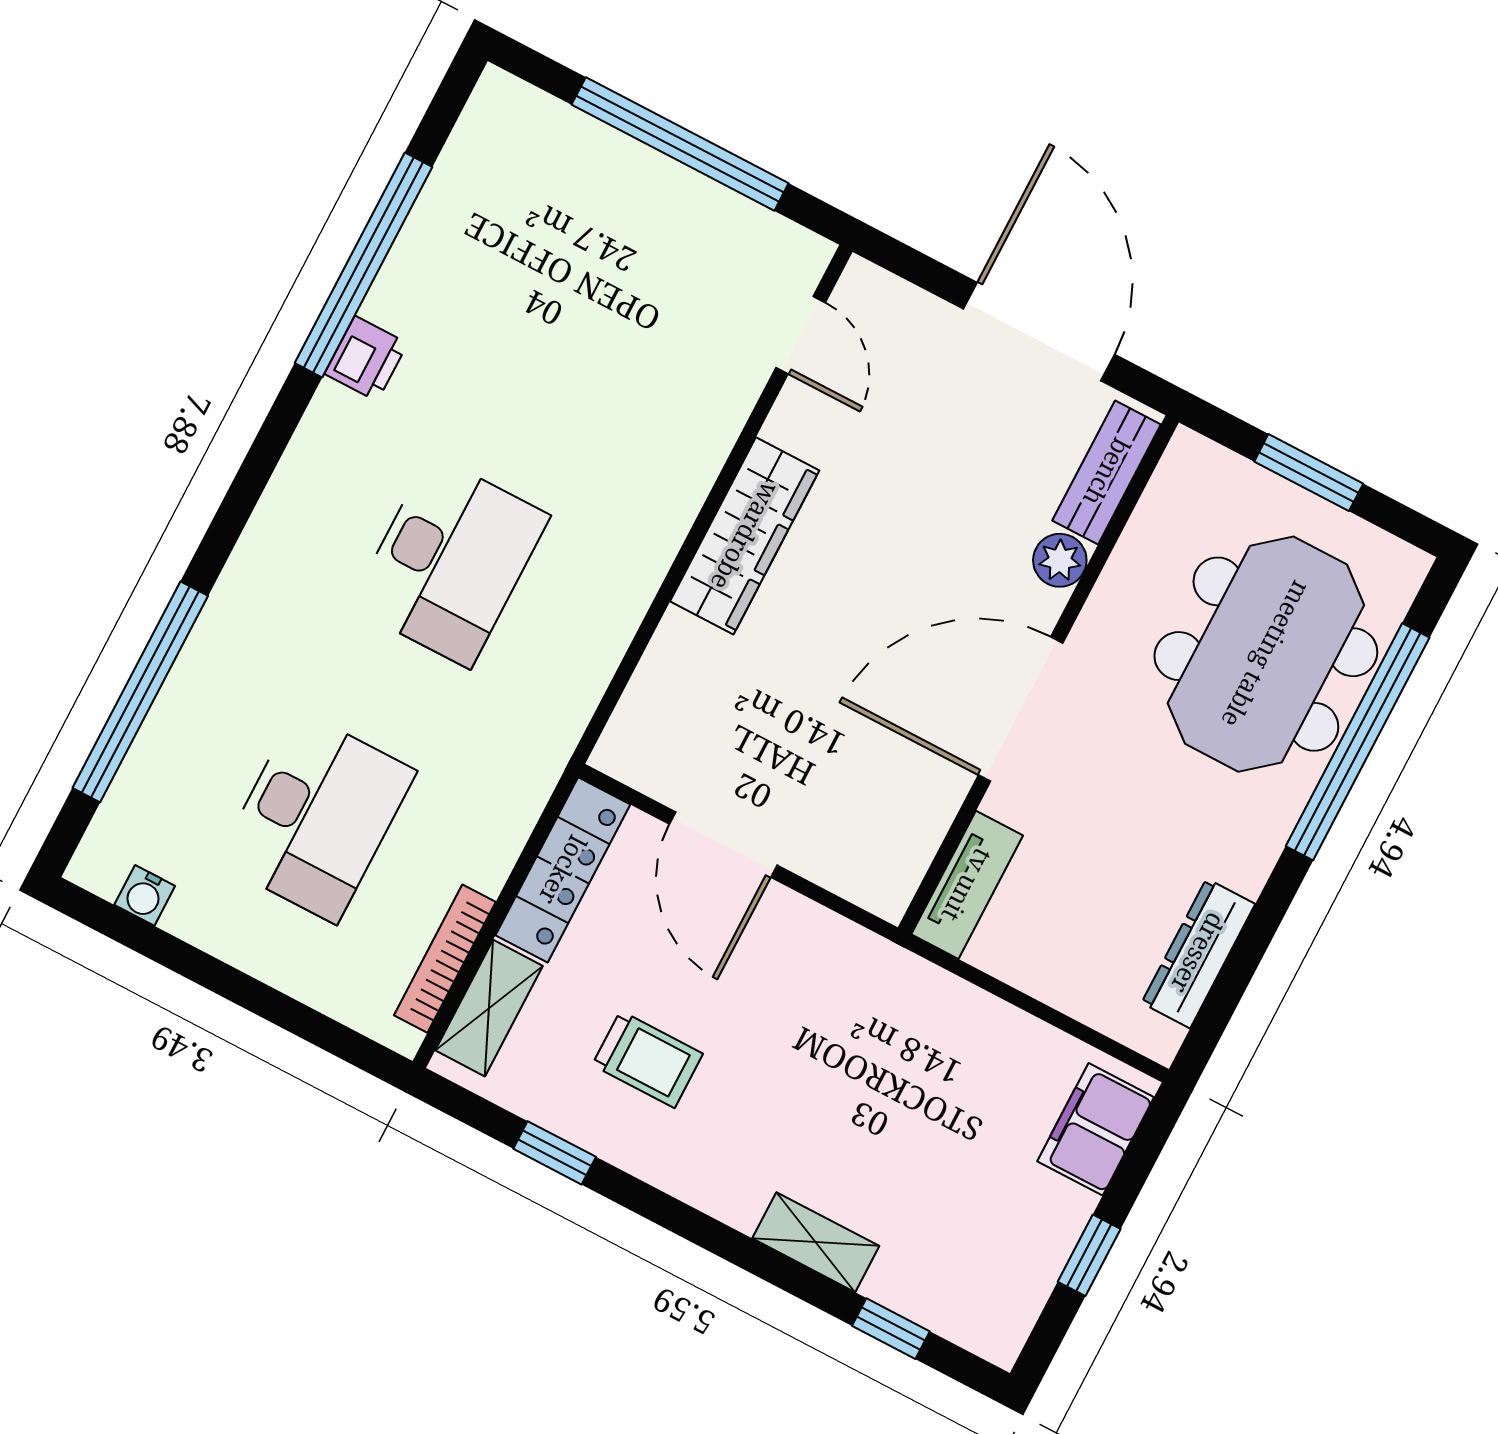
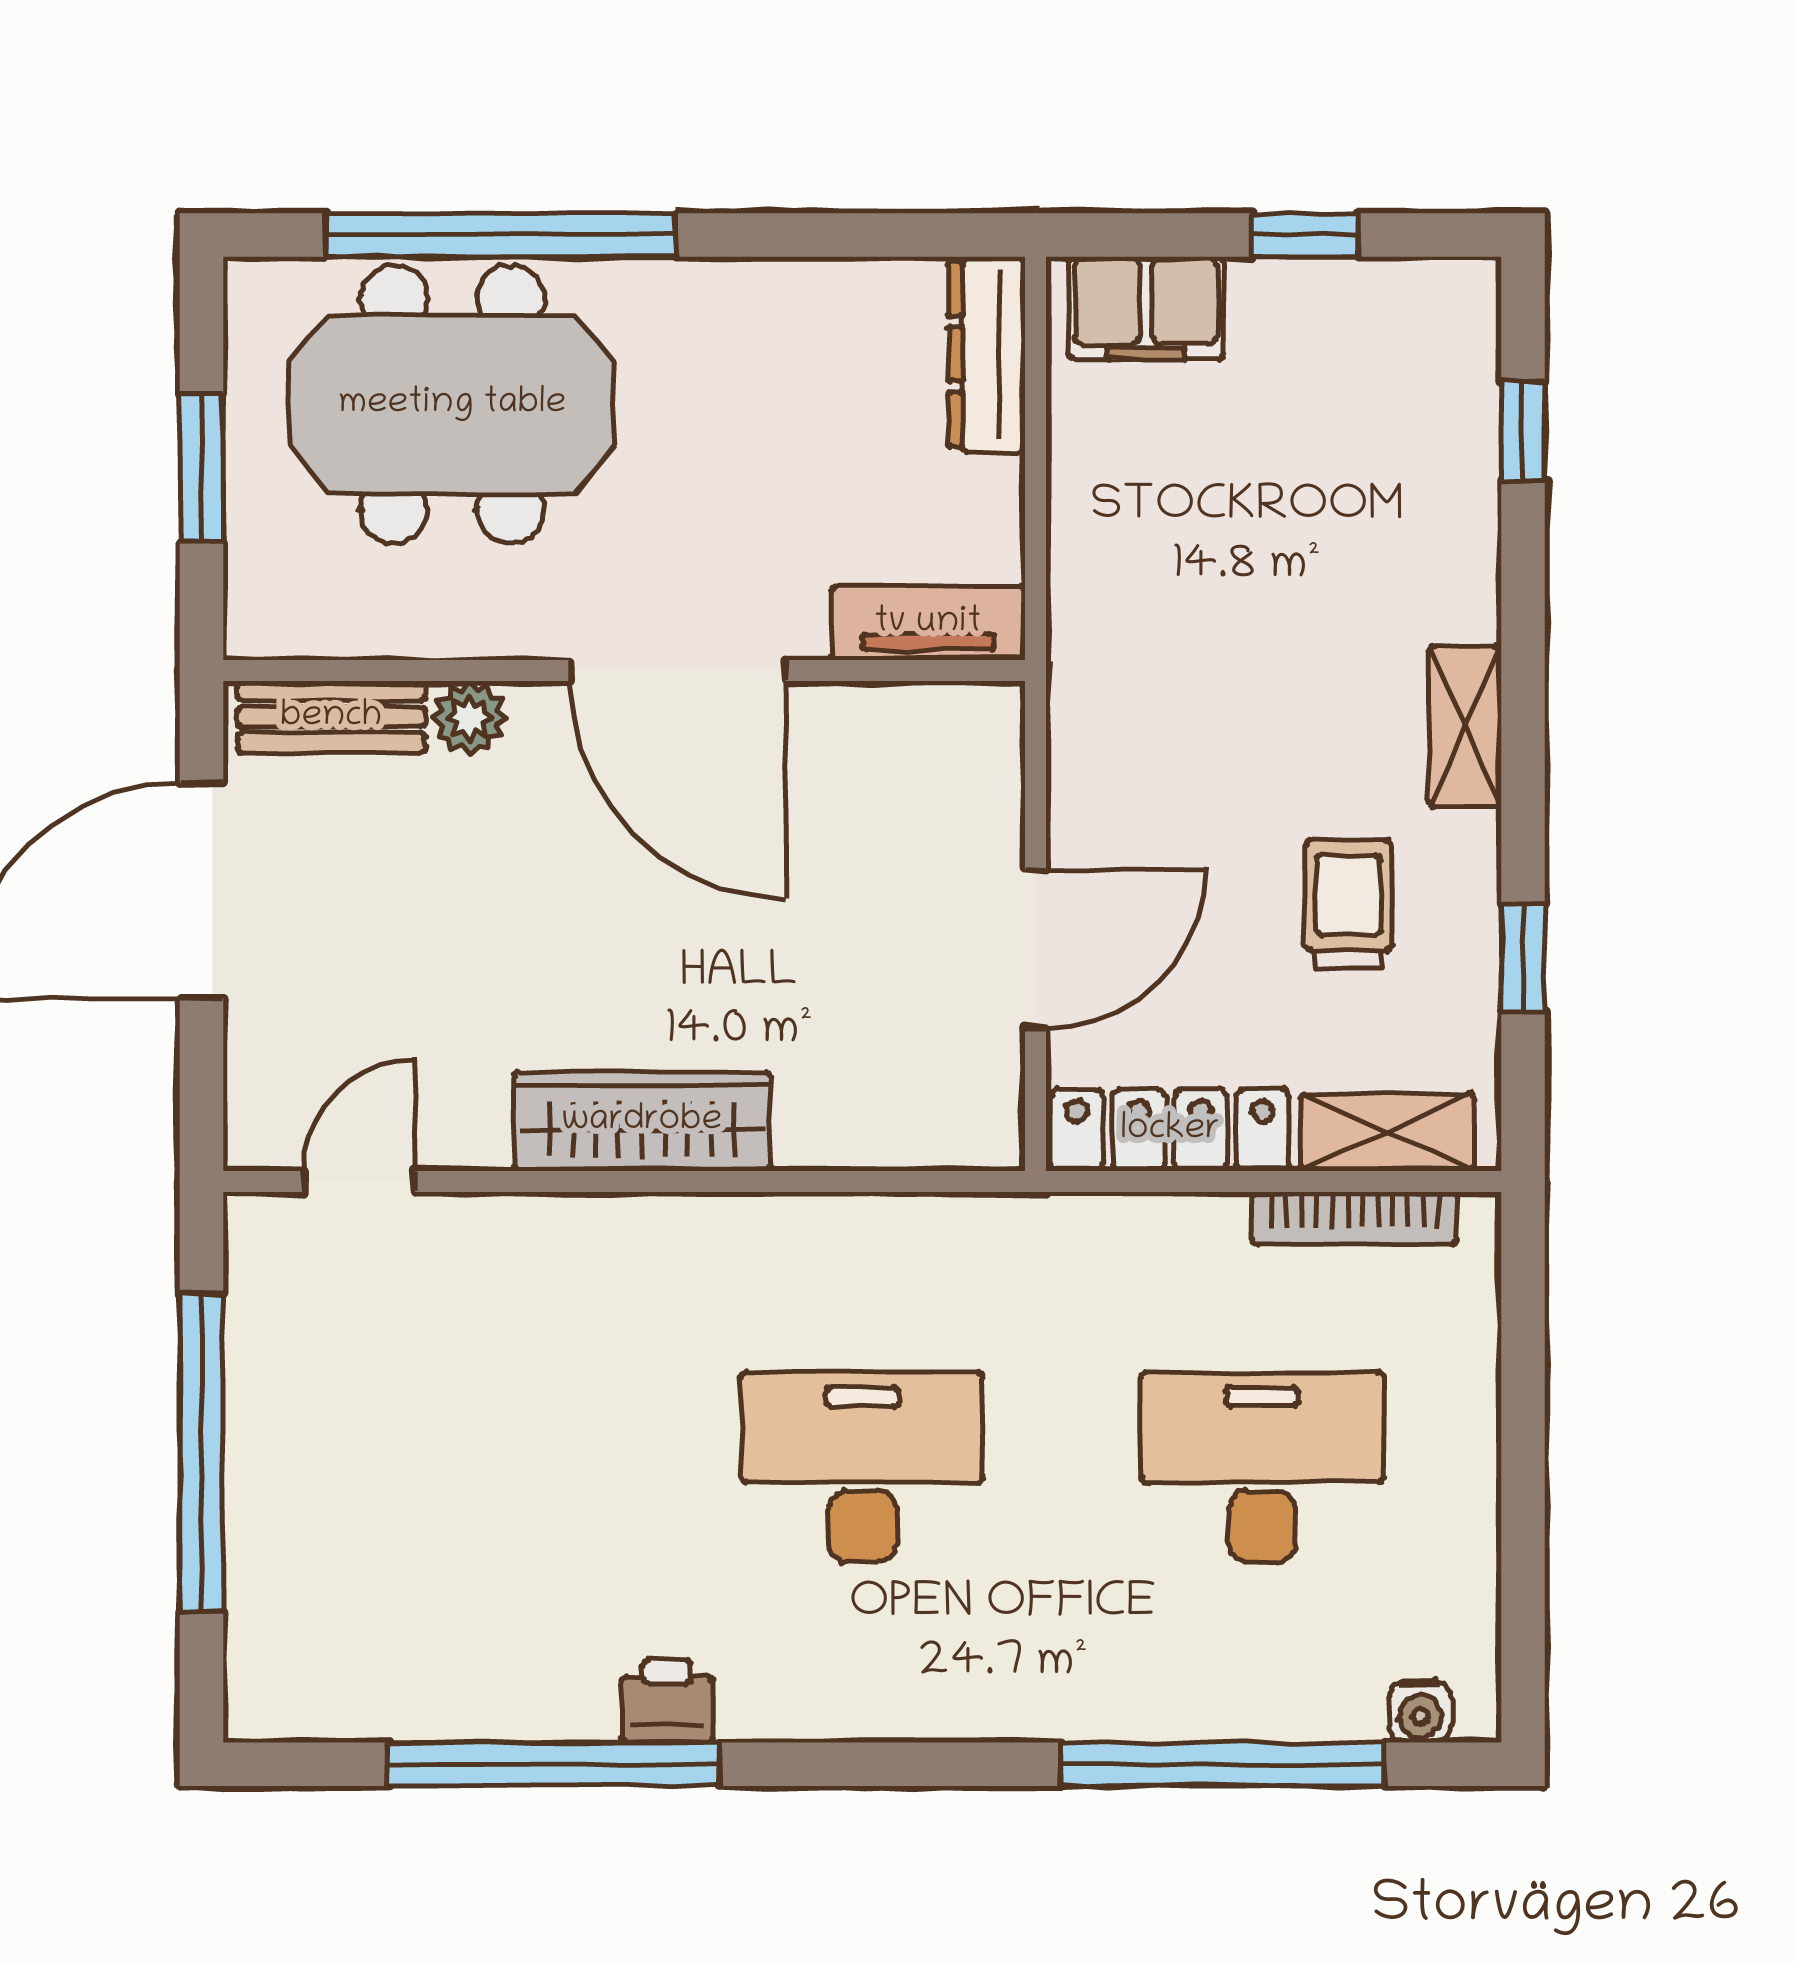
water cooler: (145, 895) -> (1420, 1711), moved, turned 90
dresser: (1198, 953) -> (987, 354), moved, turned 90
shelving: (816, 1242) -> (1465, 727), moved

